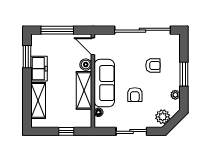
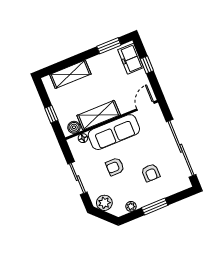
window: (57, 30) -> (147, 65), width x0.46
boiler: (86, 65) -> (74, 127), moved
freezer: (39, 69) -> (131, 59), moved, turned 90

